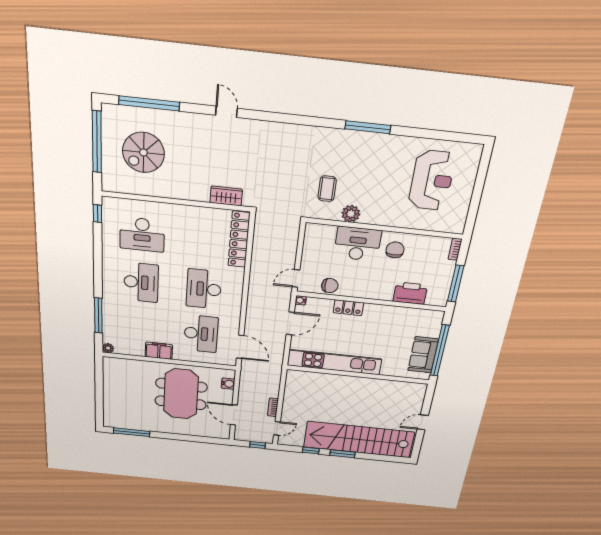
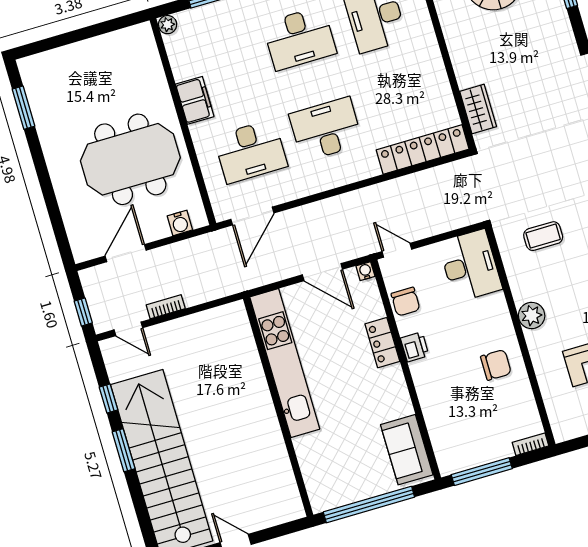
plant: (351, 214) -> (532, 316), moved
desk: (358, 244) -> (470, 266), moved
printer: (410, 293) -> (415, 347), moved, width x0.53, depth x0.68
sofa: (423, 355) -> (407, 450), moved, turned -90
window: (132, 432) -> (23, 108), width x0.69

